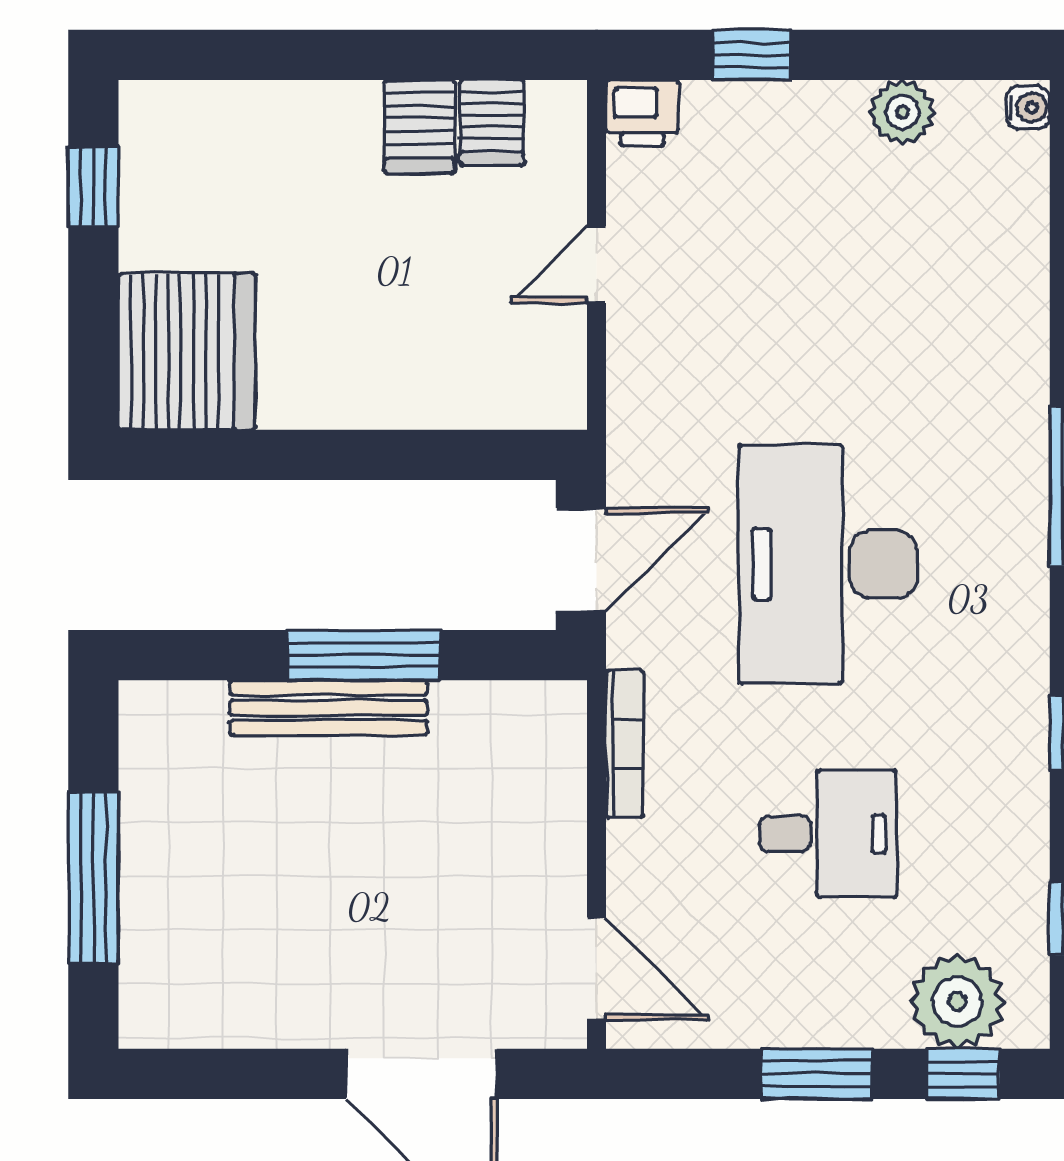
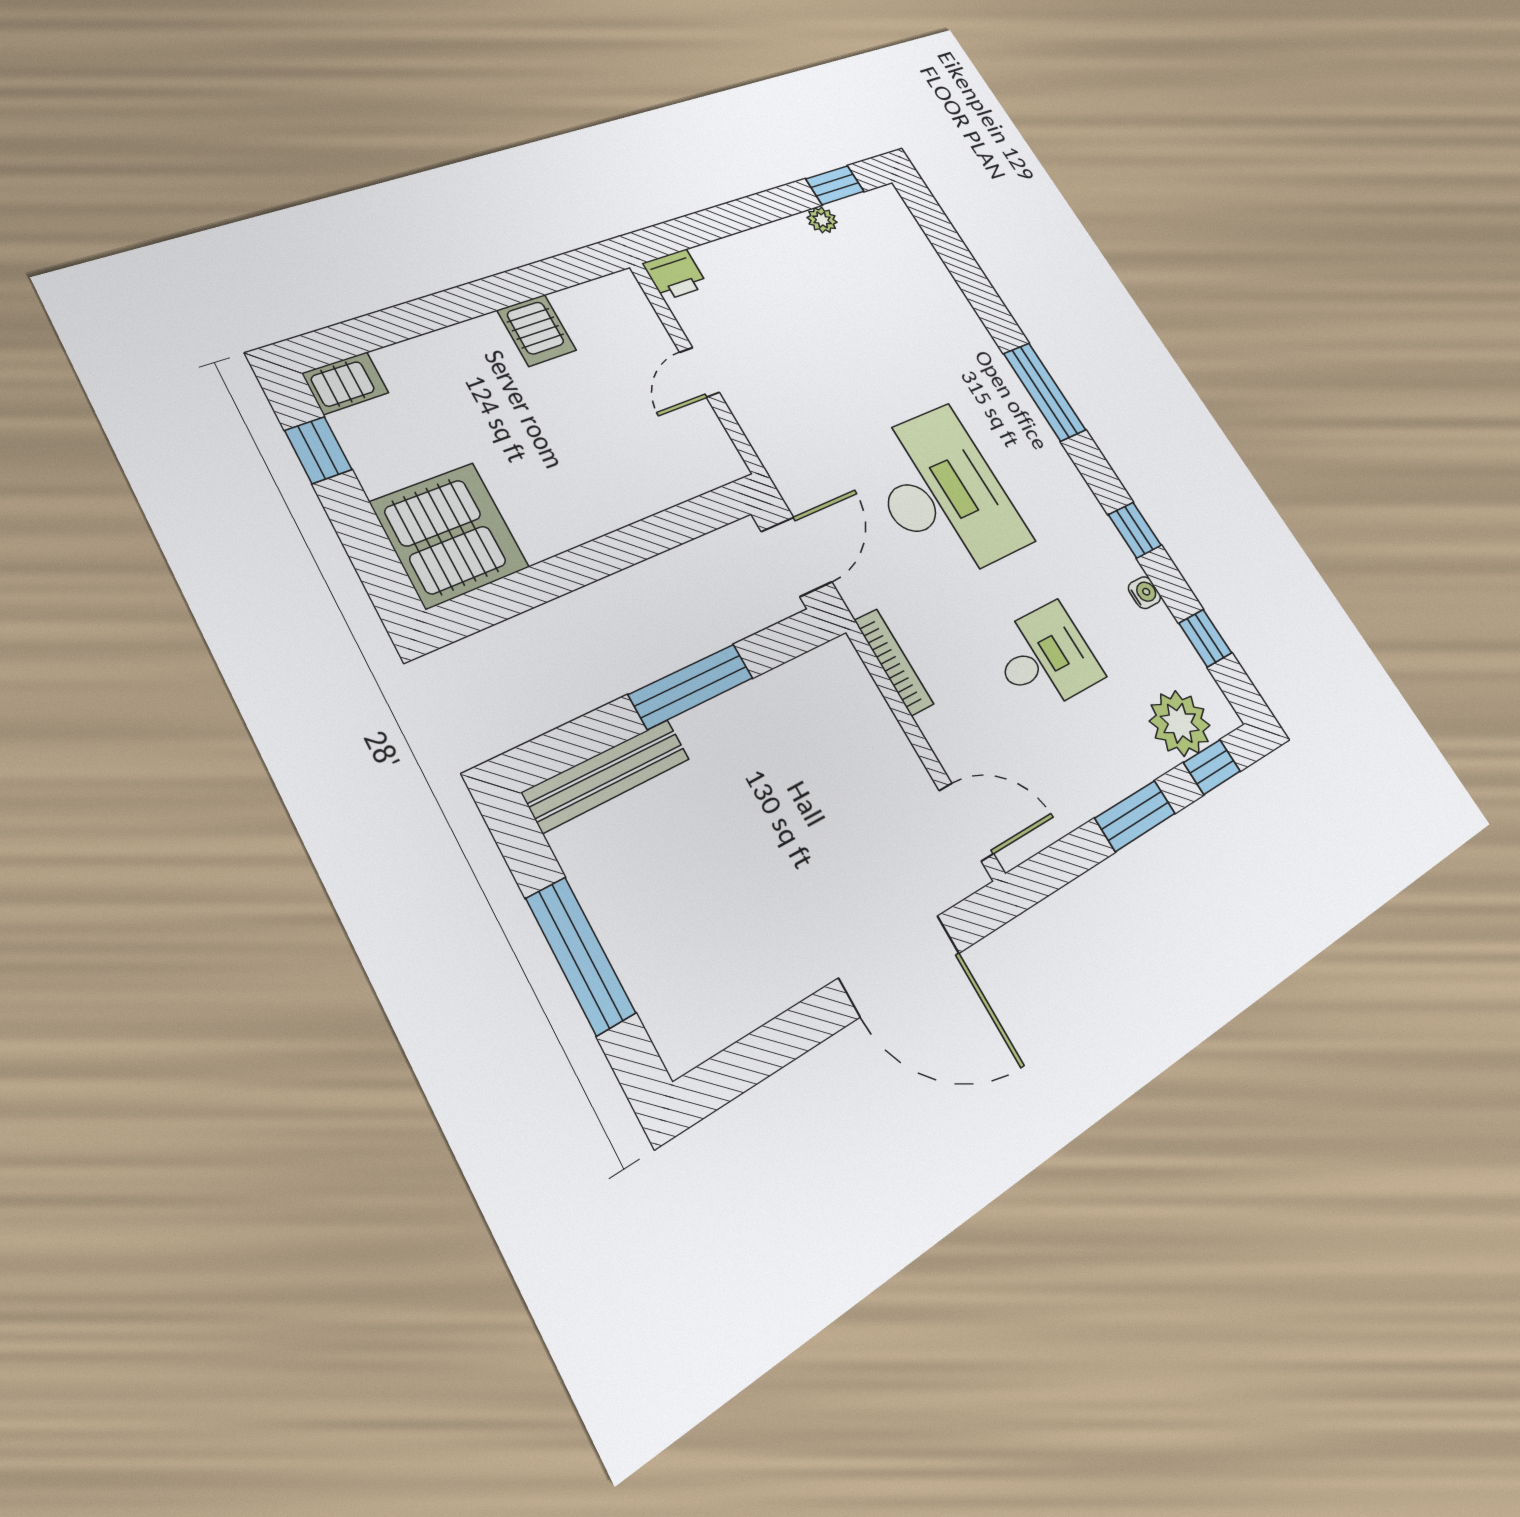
window: (751, 55) -> (835, 185), moved
water cooler: (1028, 107) -> (1144, 593), moved
plant: (902, 112) -> (822, 220), width x0.73, depth x0.73
server rack: (492, 122) -> (345, 383), moved, turned -90
desk: (828, 564) -> (943, 494), turned 180
bench: (328, 708) -> (607, 775), moved

